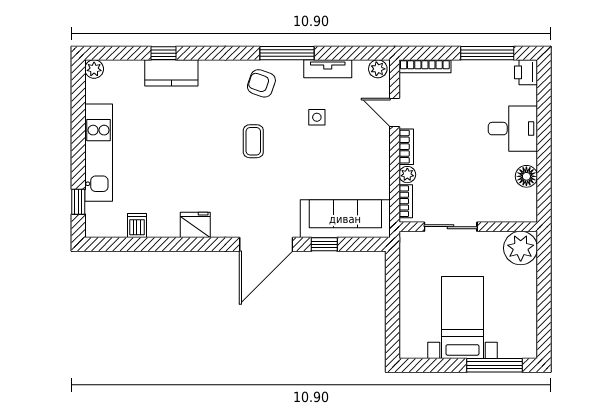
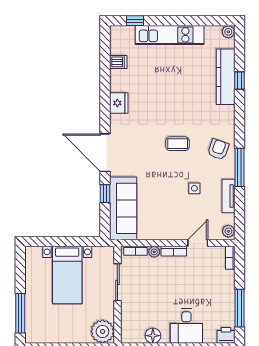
bookcase: (425, 66) -> (230, 258), width x0.64
kitchen counter: (171, 73) -> (226, 77), width x1.50
bed with nightstands: (462, 318) -> (67, 275), moved, turned 90

